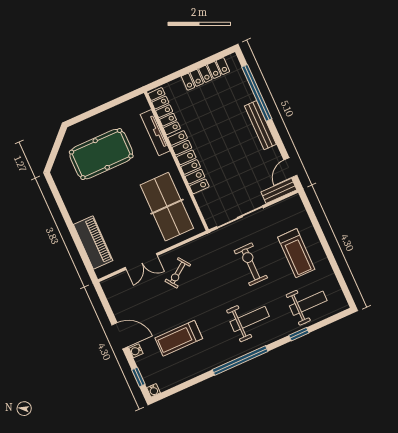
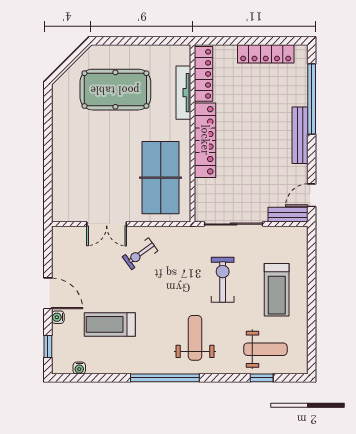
piano: (93, 242) -> (64, 180), removed
weight bench: (250, 319) -> (195, 338), turned -90
window: (299, 334) -> (262, 378), moved
water cooler: (154, 390) -> (79, 368), moved

